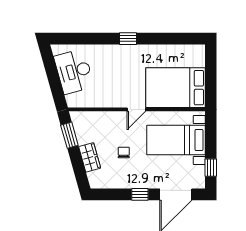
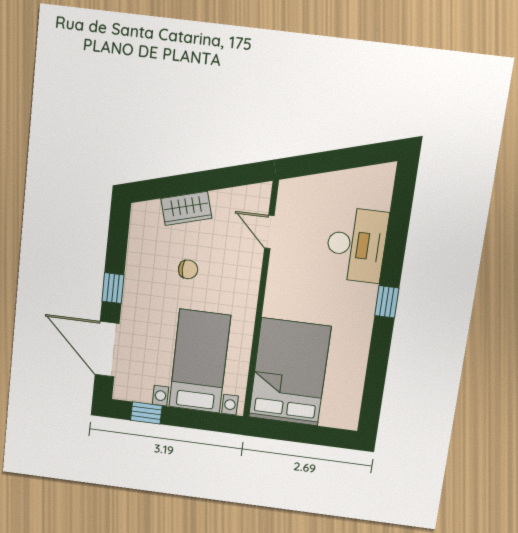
desk: (74, 71) -> (356, 245), moved, turned 106
door: (136, 109) -> (269, 232), moved
window: (69, 135) -> (230, 177), removed

